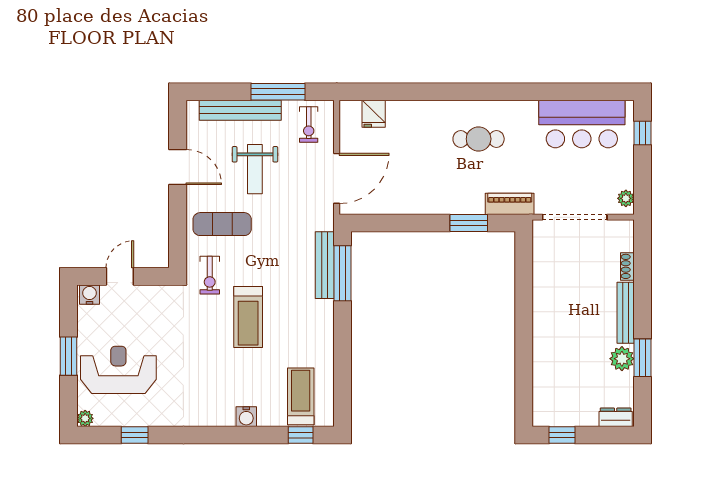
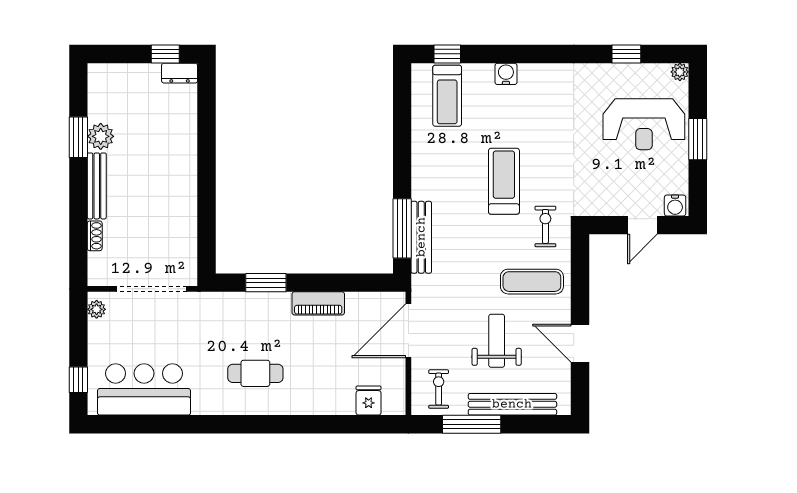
piano: (510, 204) -> (318, 303), moved
dresser: (616, 417) -> (180, 73), moved

